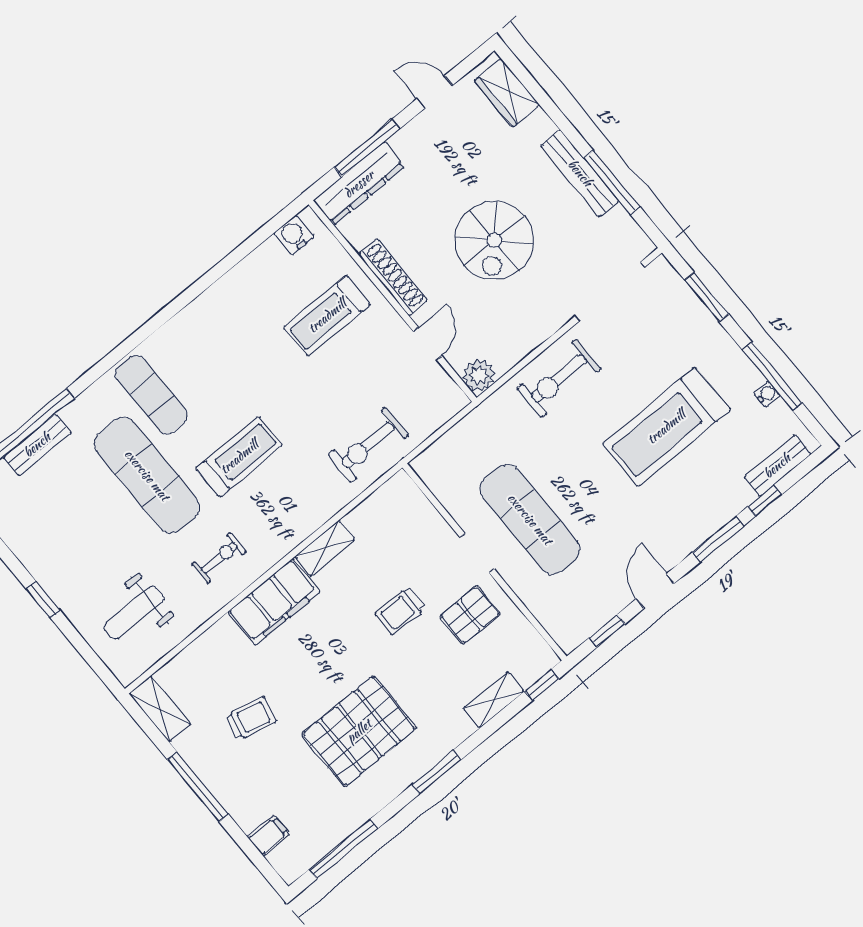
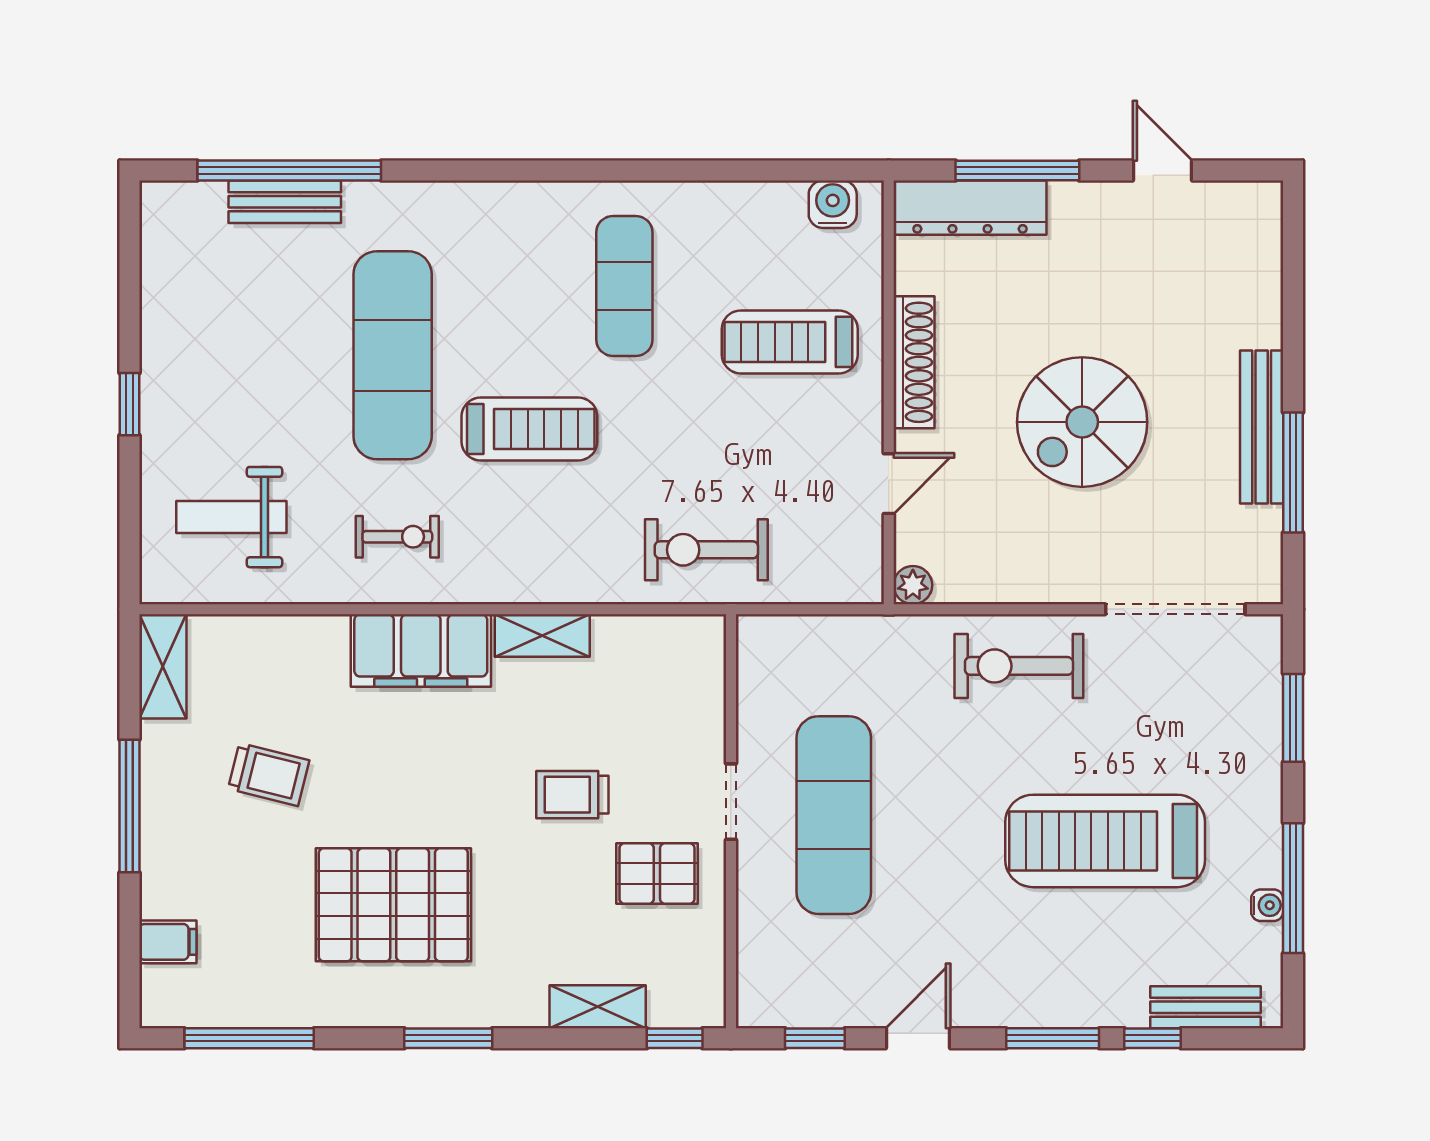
wardrobe: (507, 93) -> (1254, 248), removed
plant: (479, 376) -> (913, 585), width x0.73, depth x0.73
exercise mat: (151, 395) -> (624, 286), moved

